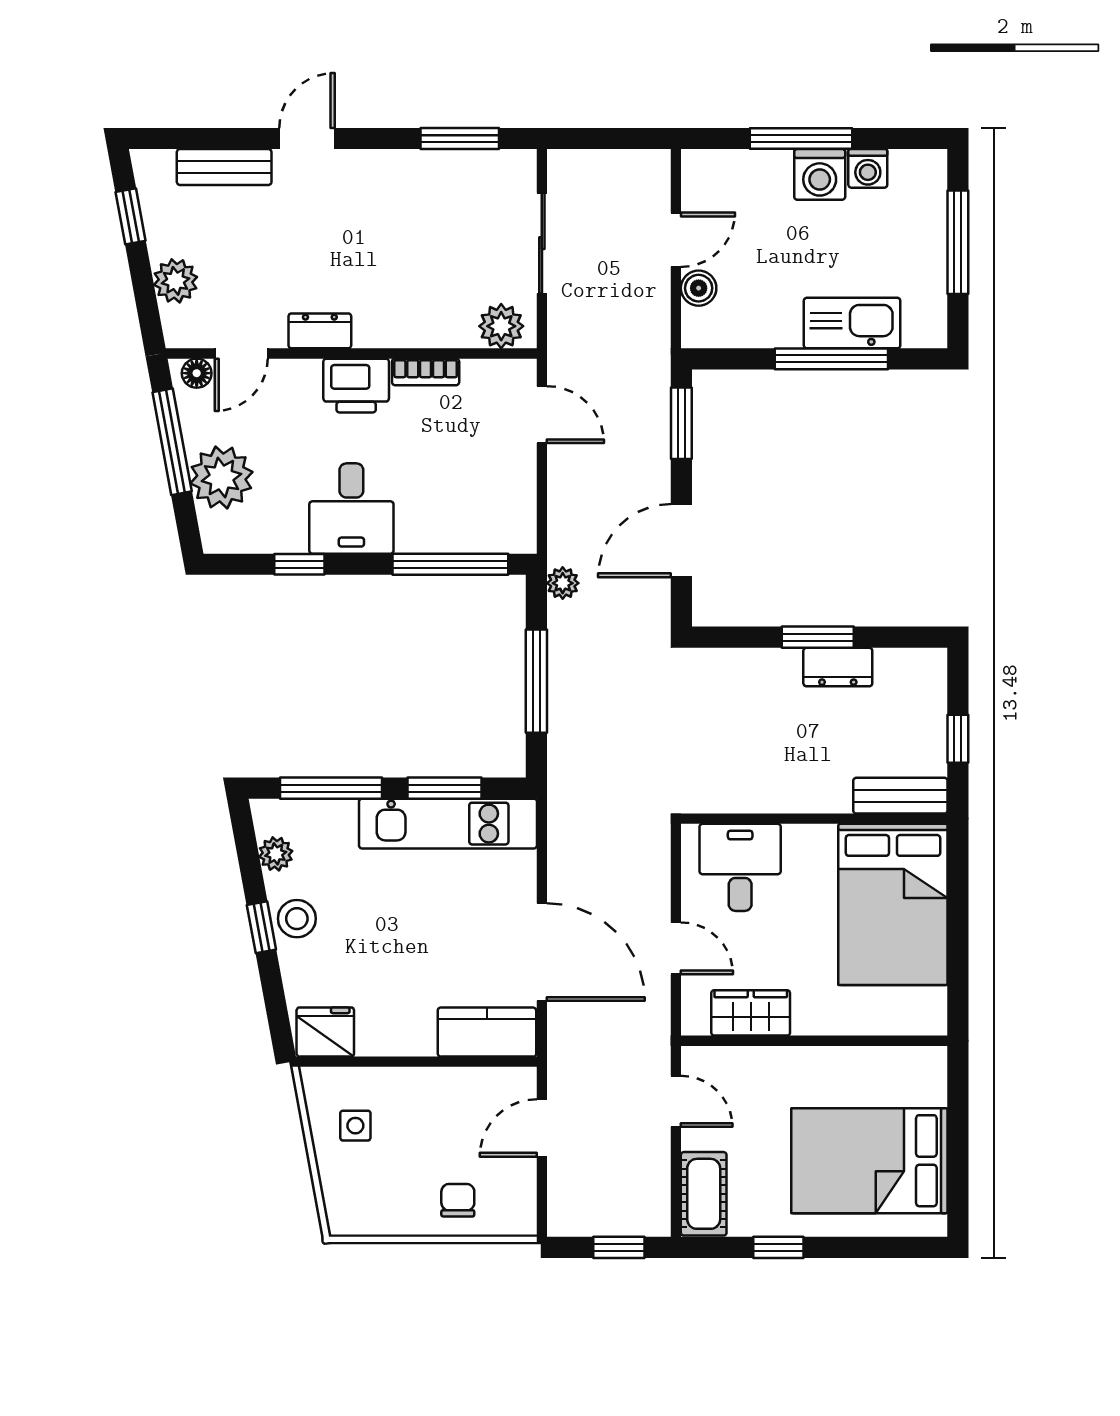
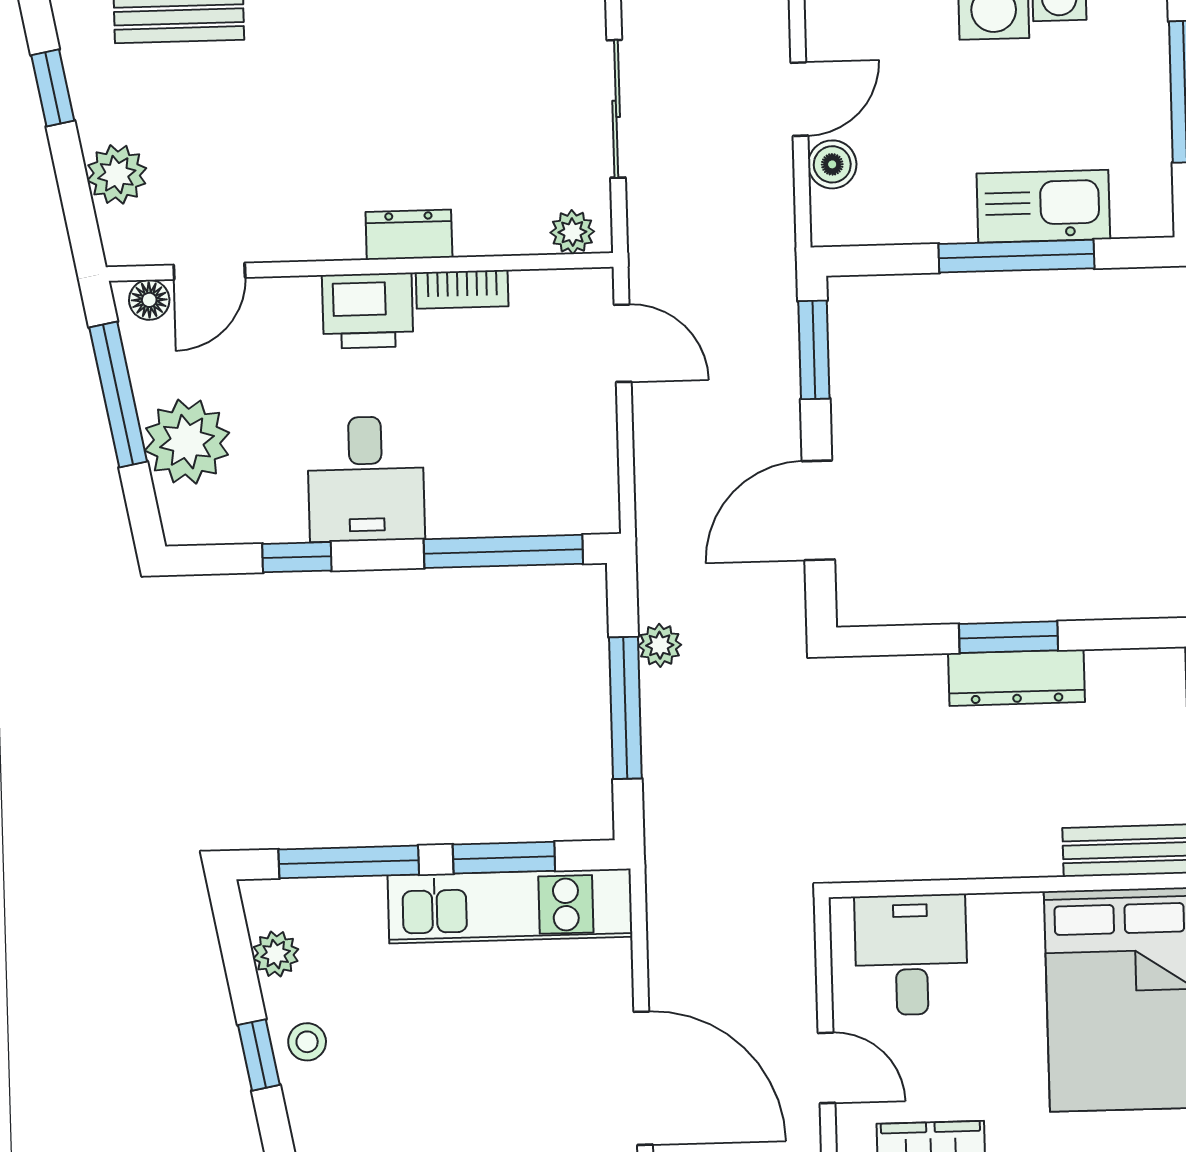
plant: (501, 326) -> (572, 232), width x0.73, depth x0.73
dresser: (320, 331) -> (409, 235), moved
plant: (563, 583) -> (660, 645), moved
dresser: (838, 667) -> (1016, 678), width x1.44
stool: (297, 919) -> (307, 1042), width x0.73, depth x0.73

